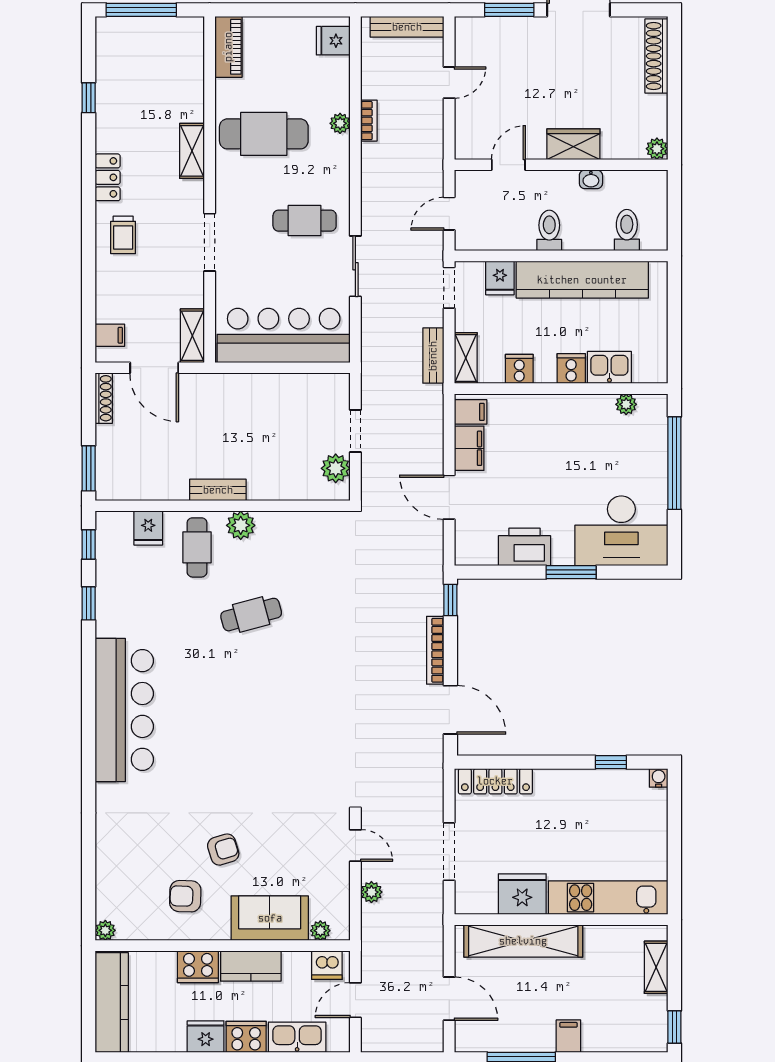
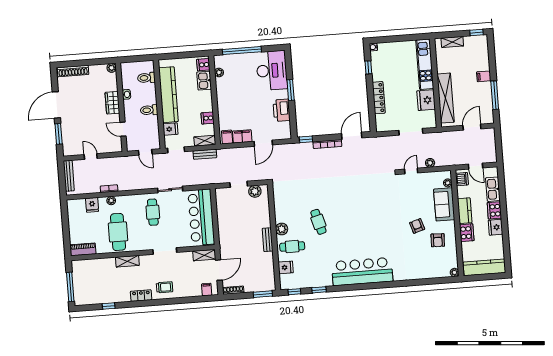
fridge: (333, 41) -> (92, 205), moved
cooker: (571, 369) -> (203, 65), moved
locker: (495, 781) -> (379, 98), moved

